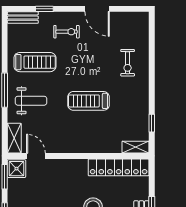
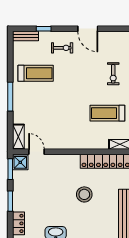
weight bench: (31, 101) -> (32, 106), removed
treadmill: (88, 101) -> (107, 113), moved

